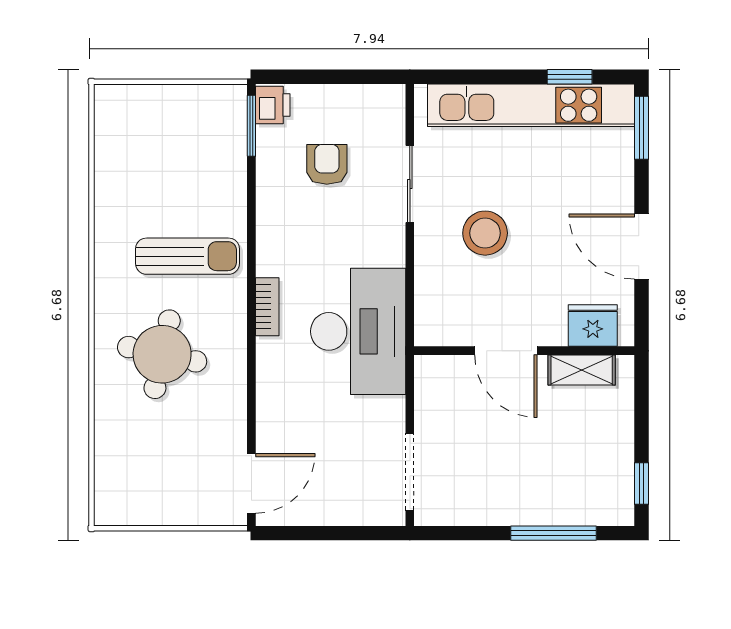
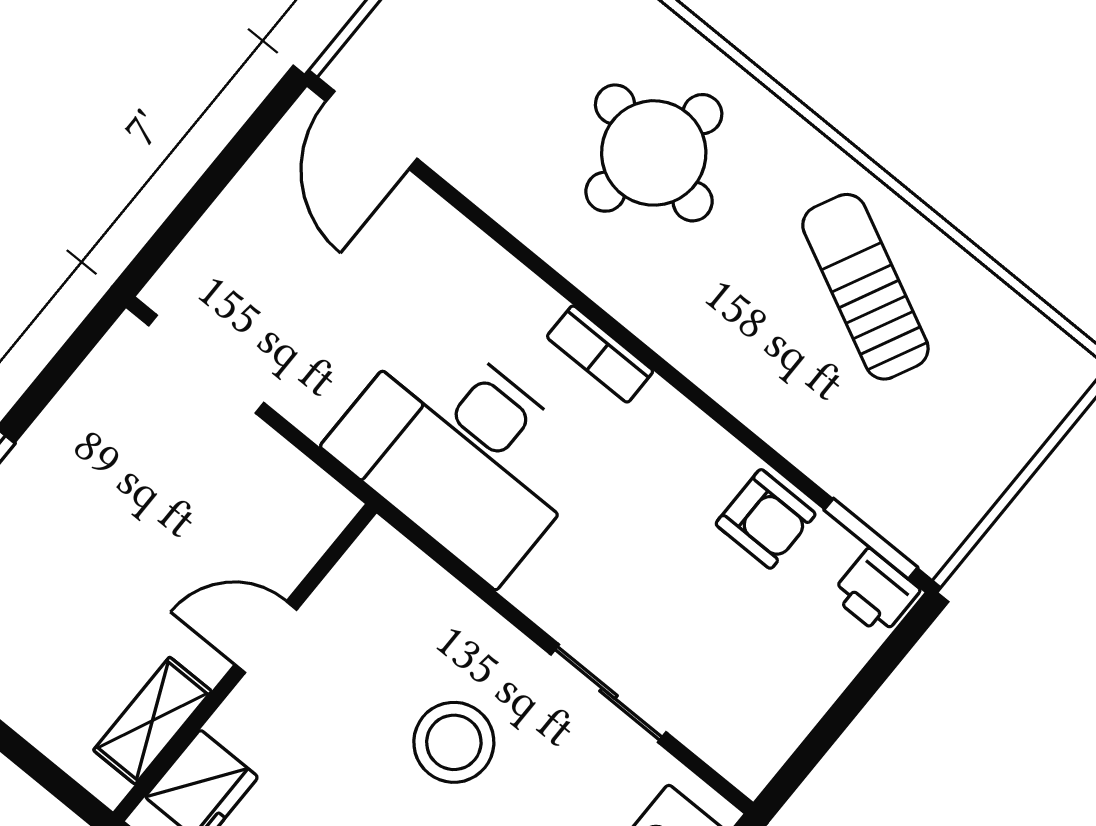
armchair: (327, 164) -> (766, 519), moved
sun lounger: (188, 256) -> (865, 287), moved, turned 116
door: (506, 351) -> (266, 637), width x0.73

